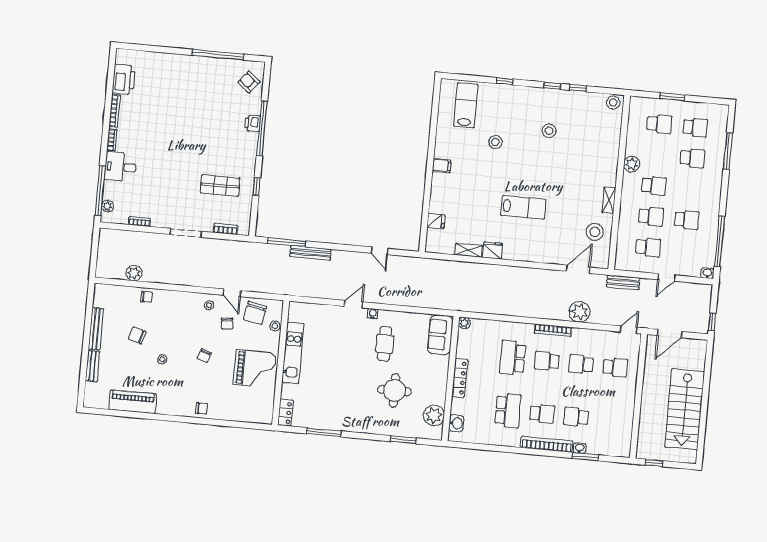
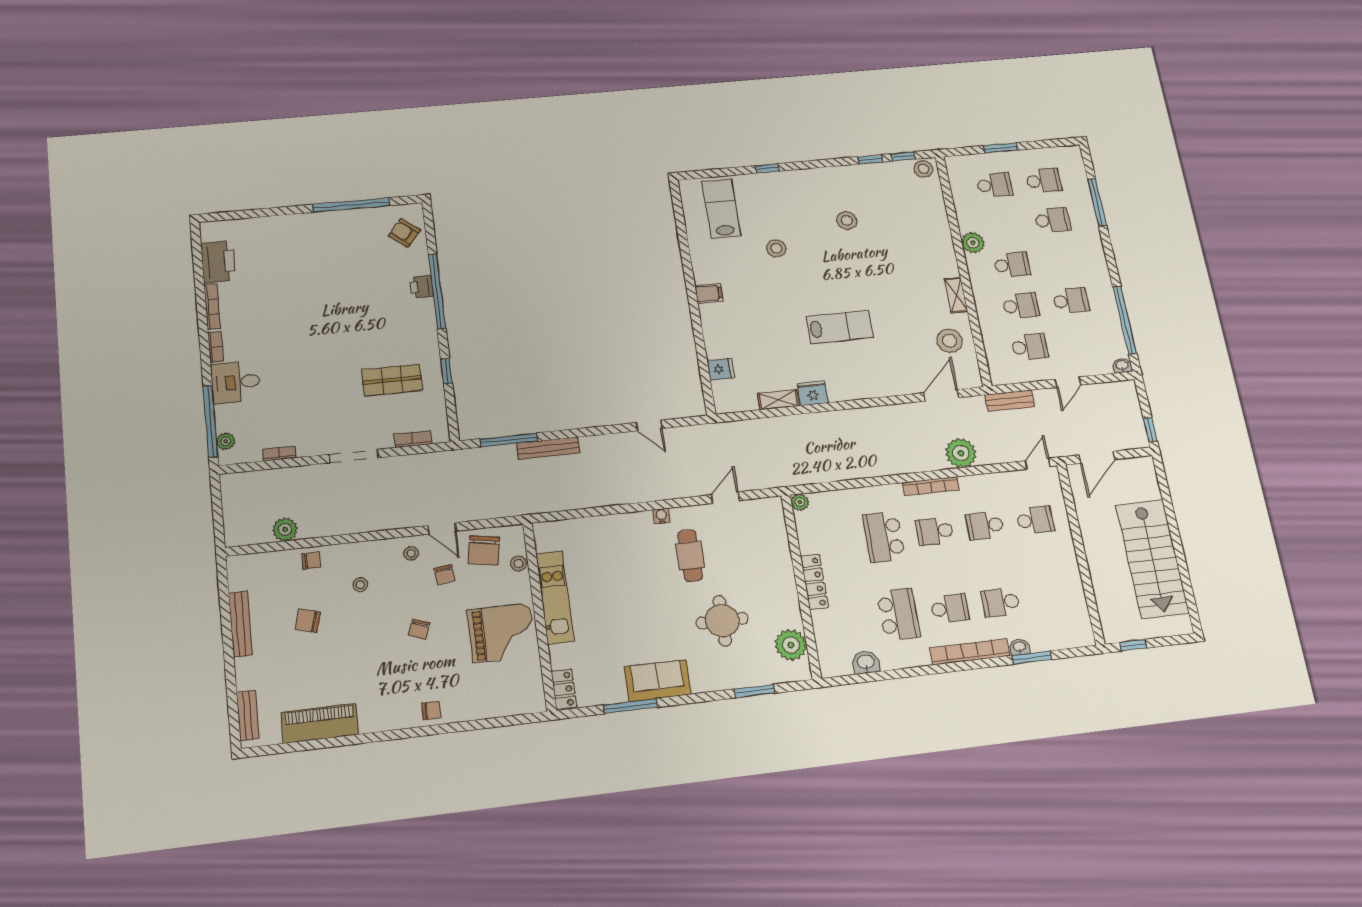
window: (552, 86) -> (903, 156), moved
door: (354, 304) -> (725, 498), moved
sofa: (440, 335) -> (658, 681), moved, turned 90
stool: (162, 359) -> (360, 585), moved
bench: (93, 366) -> (248, 715), moved
washbasin: (456, 423) -> (866, 662), moved, turned -90

